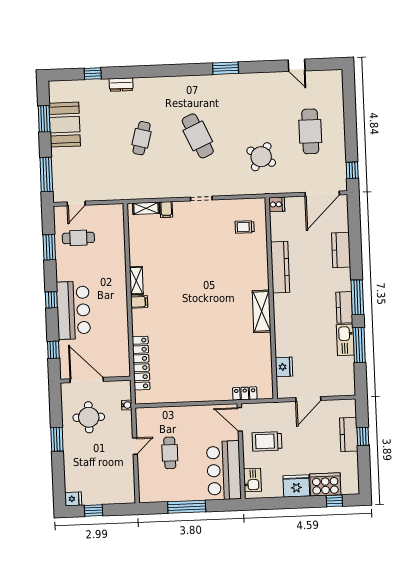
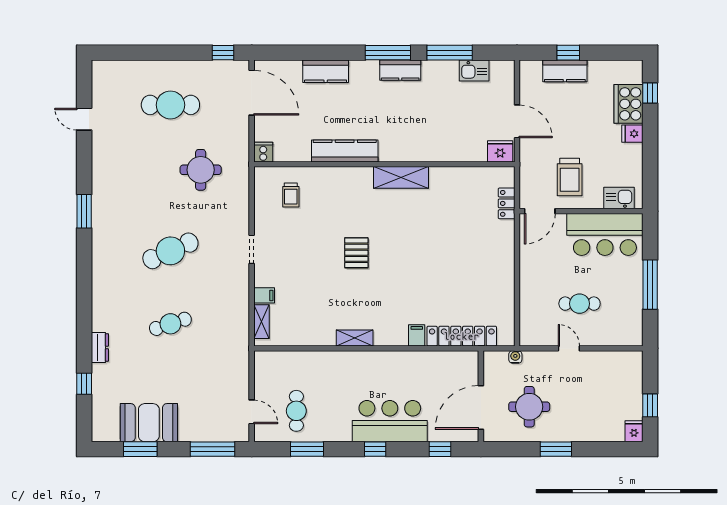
door: (297, 65) -> (84, 119), swing flipped
cafe table: (142, 138) -> (170, 324), turned -33
round table: (261, 157) -> (201, 170), turned -32
pallet: (202, 279) -> (356, 253), added
filing cabinet: (139, 302) -> (417, 335), moved
kitchen sink: (345, 340) -> (474, 71), moved, width x0.73
fridge: (284, 367) -> (500, 151), moved
fridge: (296, 486) -> (632, 134), width x0.53, depth x0.75

